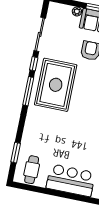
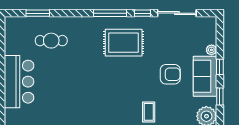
rug: (56, 85) -> (124, 43), width x0.73, depth x0.69
cafe table: (32, 170) -> (51, 41), moved

